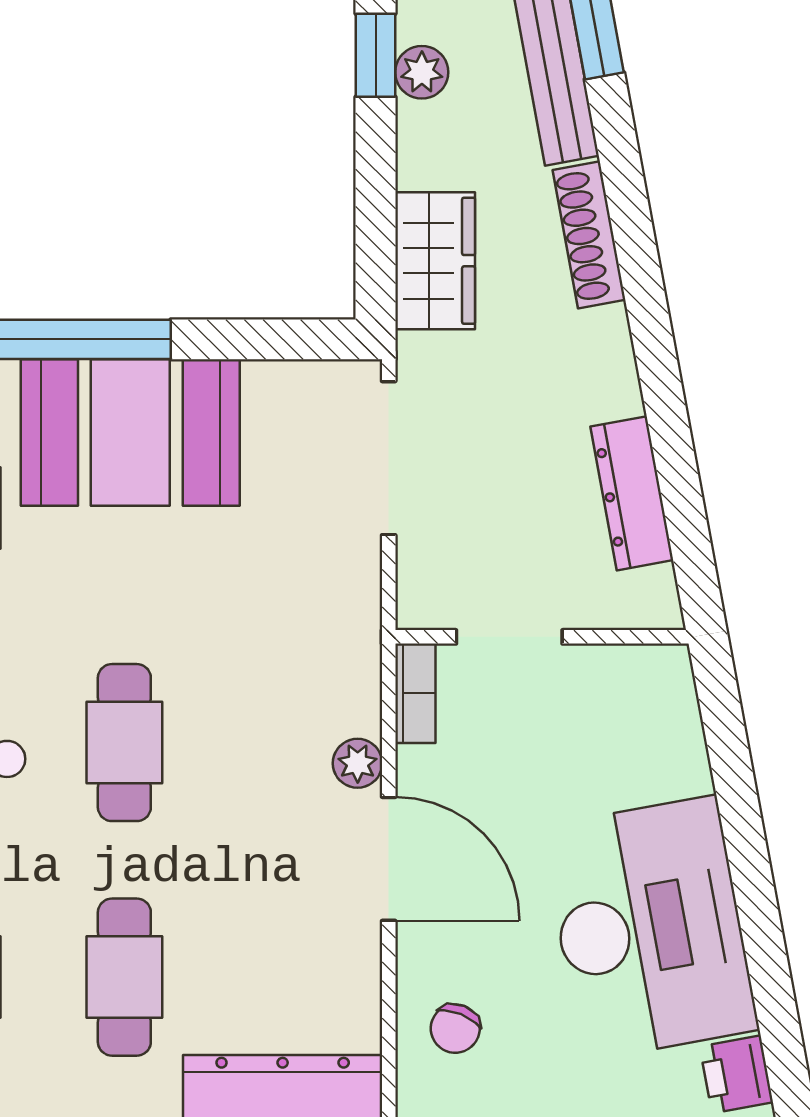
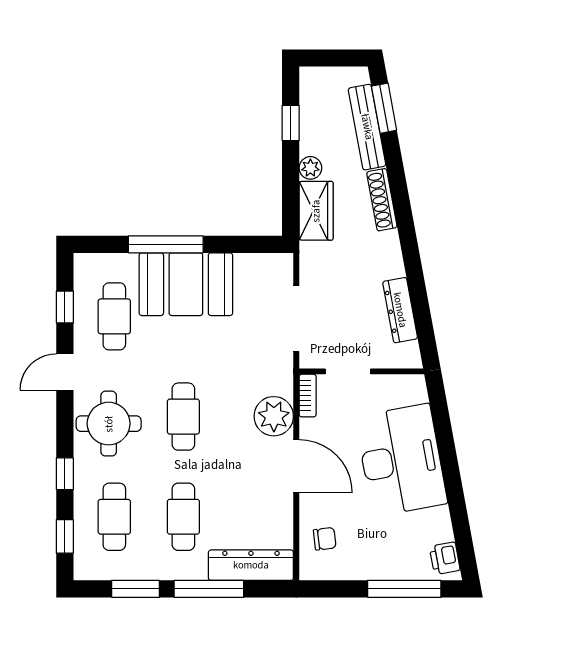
plant: (422, 72) -> (310, 168), moved
doorway: (389, 458) -> (296, 318), moved
plant: (358, 763) -> (274, 416), width x1.88, depth x1.88
desk: (650, 928) -> (401, 460), moved
chair: (455, 1029) -> (325, 539), turned -119

